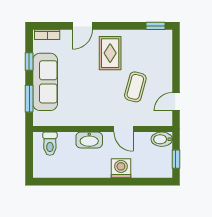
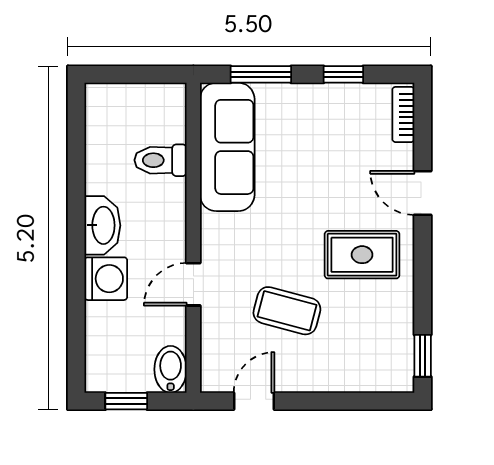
sofa: (45, 82) -> (227, 147), moved, turned -90
door: (176, 102) -> (254, 401), hinge flipped
washbasin: (89, 140) -> (102, 225), moved, turned 180
toilet: (50, 144) -> (161, 160), moved

